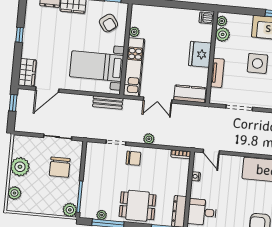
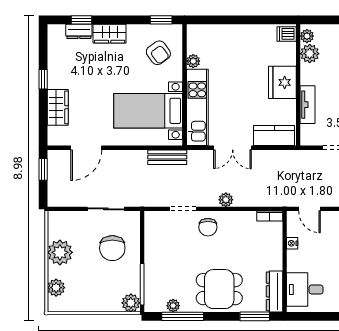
wardrobe: (27, 72) -> (58, 107), moved
chair: (133, 158) -> (208, 227), turned 90

